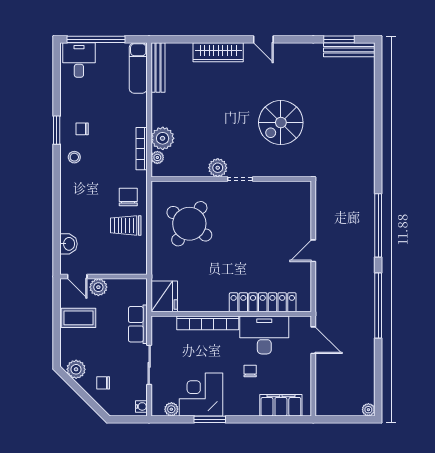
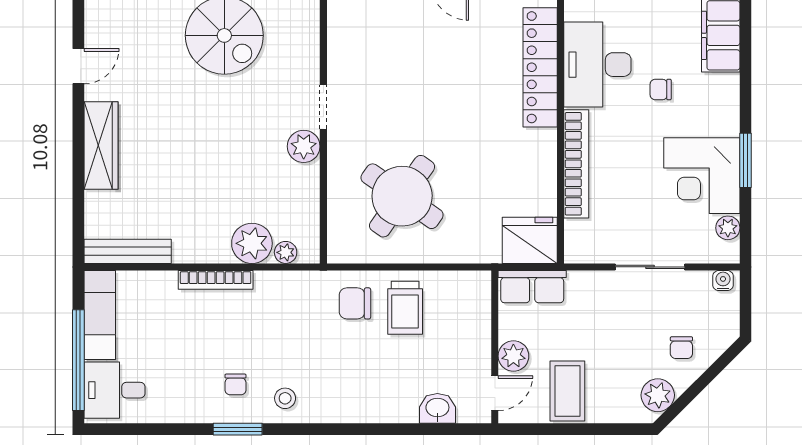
exam couch: (138, 68) -> (100, 315), moved, turned -90
bookcase: (142, 149) -> (216, 280), moved
row of seats: (138, 324) -> (532, 287), moved

